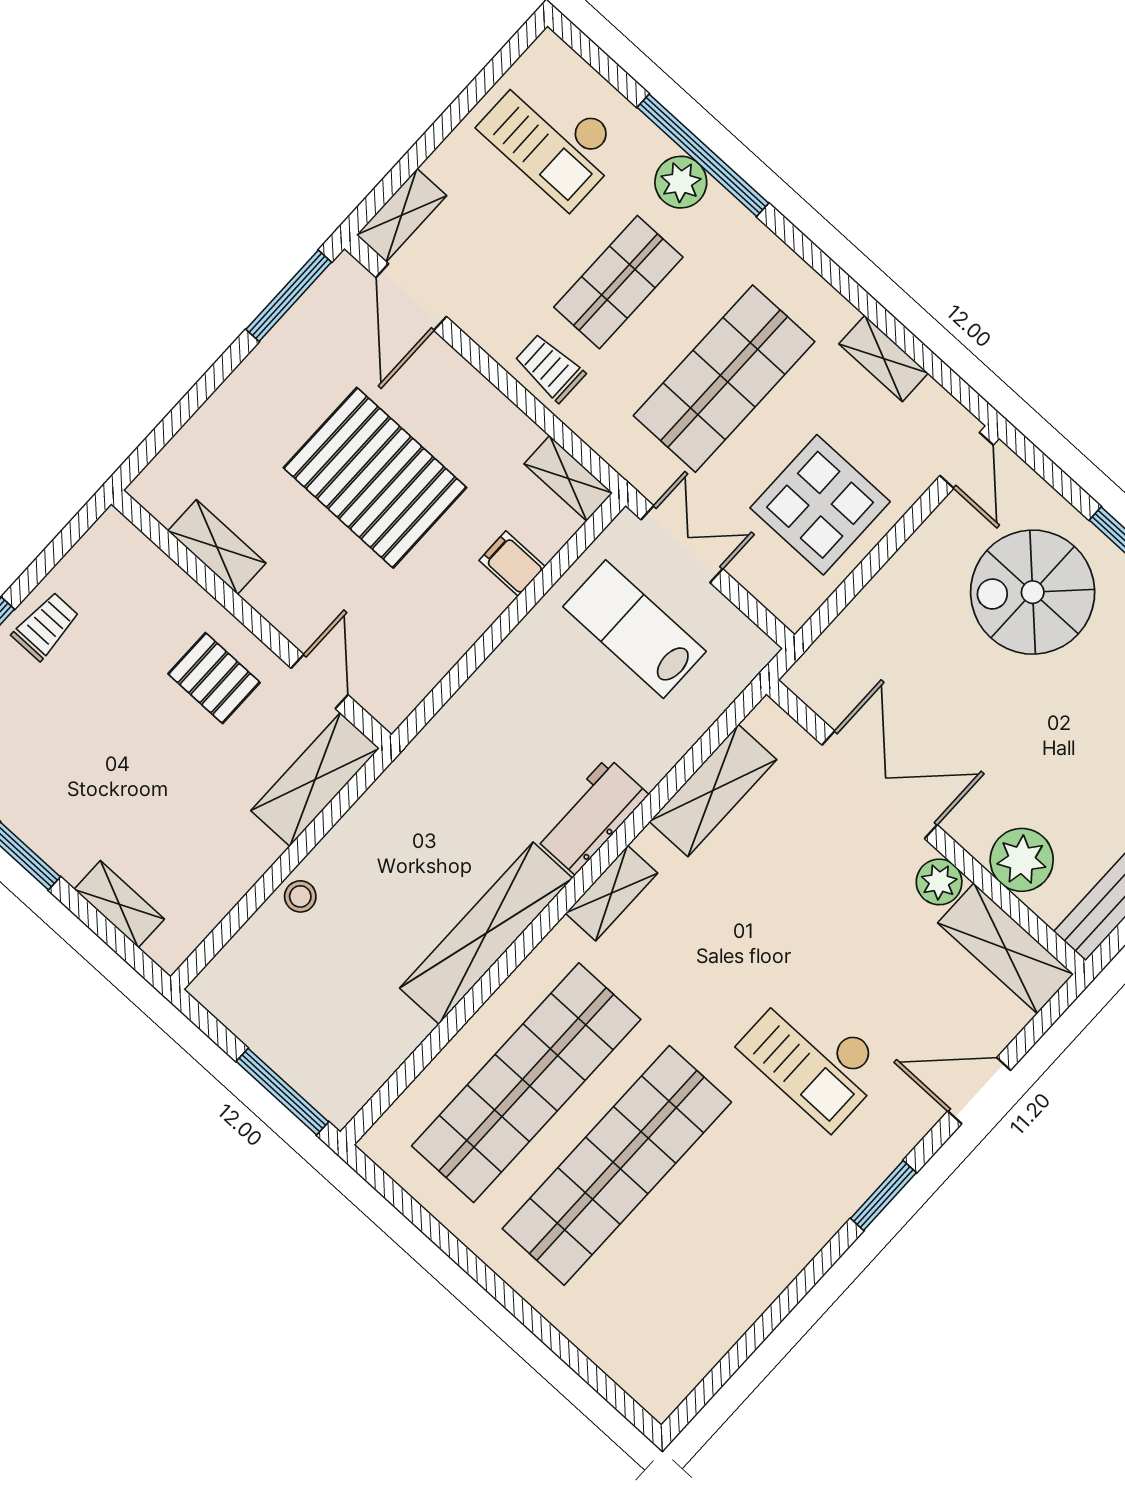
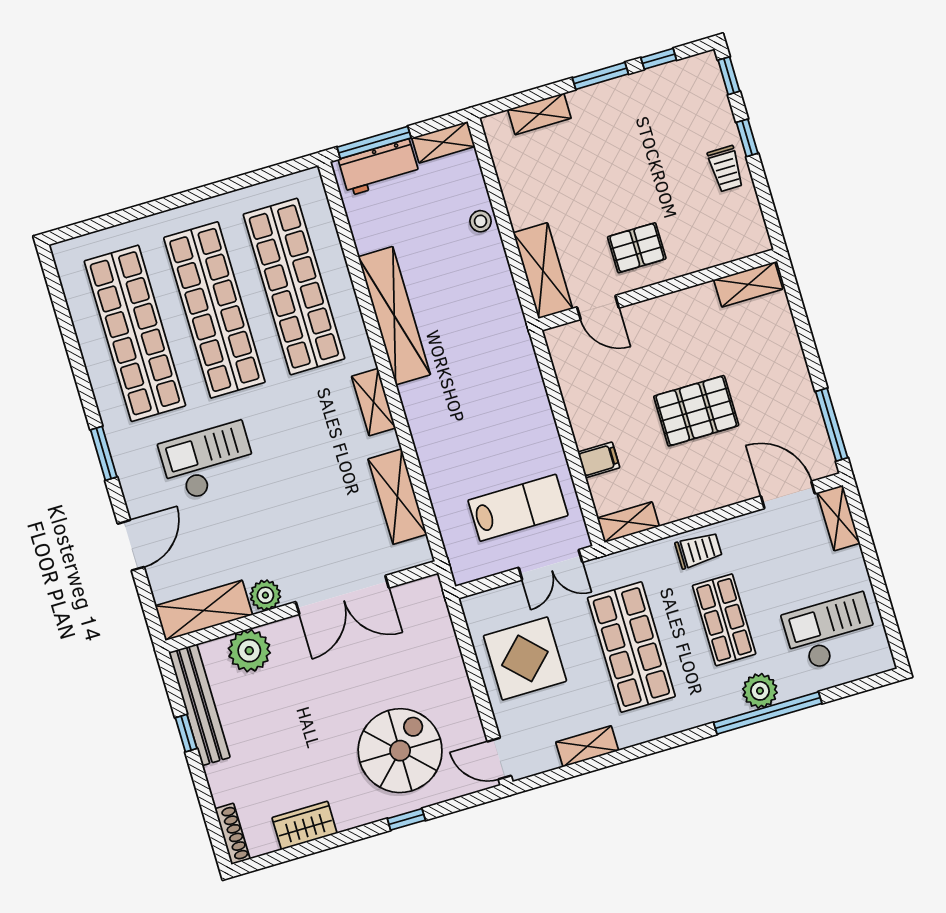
pallet: (375, 478) -> (696, 411), width x0.73, depth x0.71
shelving: (217, 547) -> (748, 284), moved
workbench: (591, 816) -> (379, 167), moved, turned 90
shelving: (229, 1004) -> (443, 142), added
shop shelf: (707, 1248) -> (135, 333), added

